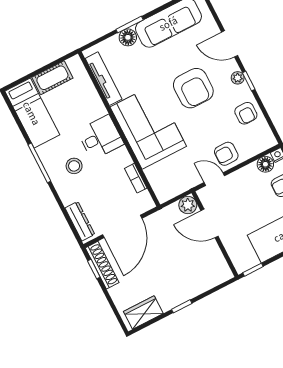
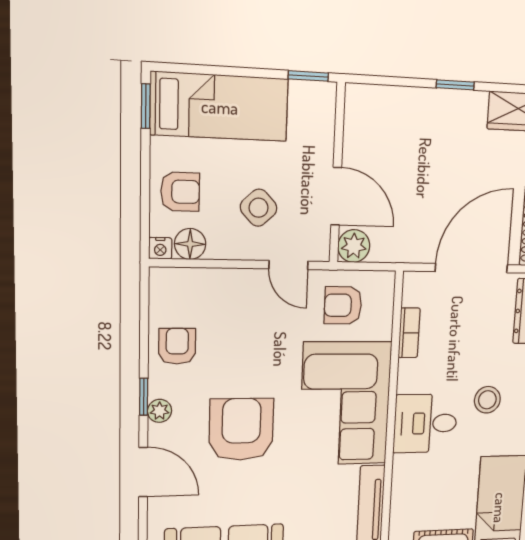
armchair: (226, 154) -> (343, 305), moved, turned 180
side table: (243, 198) -> (259, 208), added

